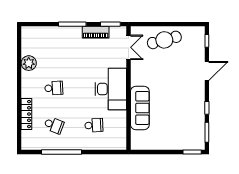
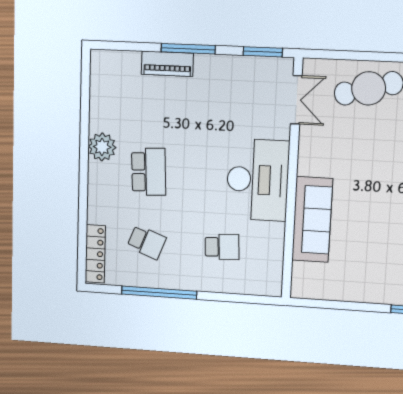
piano: (96, 32) -> (167, 64), moved
plant: (29, 63) -> (102, 147), moved
school desk: (54, 88) -> (149, 172), width x1.85
locker: (26, 114) -> (95, 254), moved

